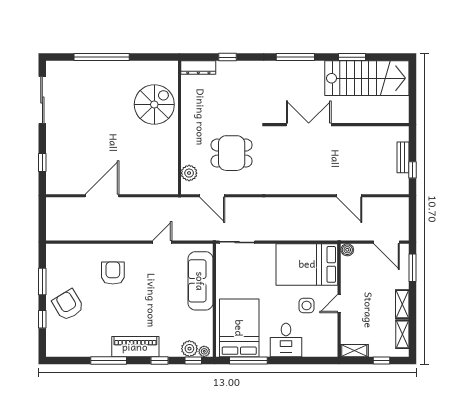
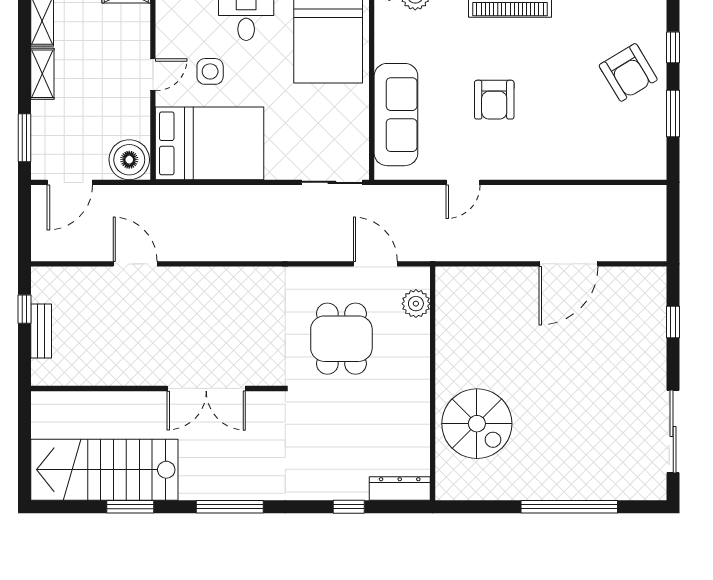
spiral stairs: (154, 105) -> (477, 424), turned -90
dining table: (232, 153) -> (341, 339), turned 90
door: (387, 242) -> (70, 182), swing flipped
boiler: (347, 250) -> (129, 160), width x1.86, depth x1.86
armchair: (113, 273) -> (494, 100), moved

